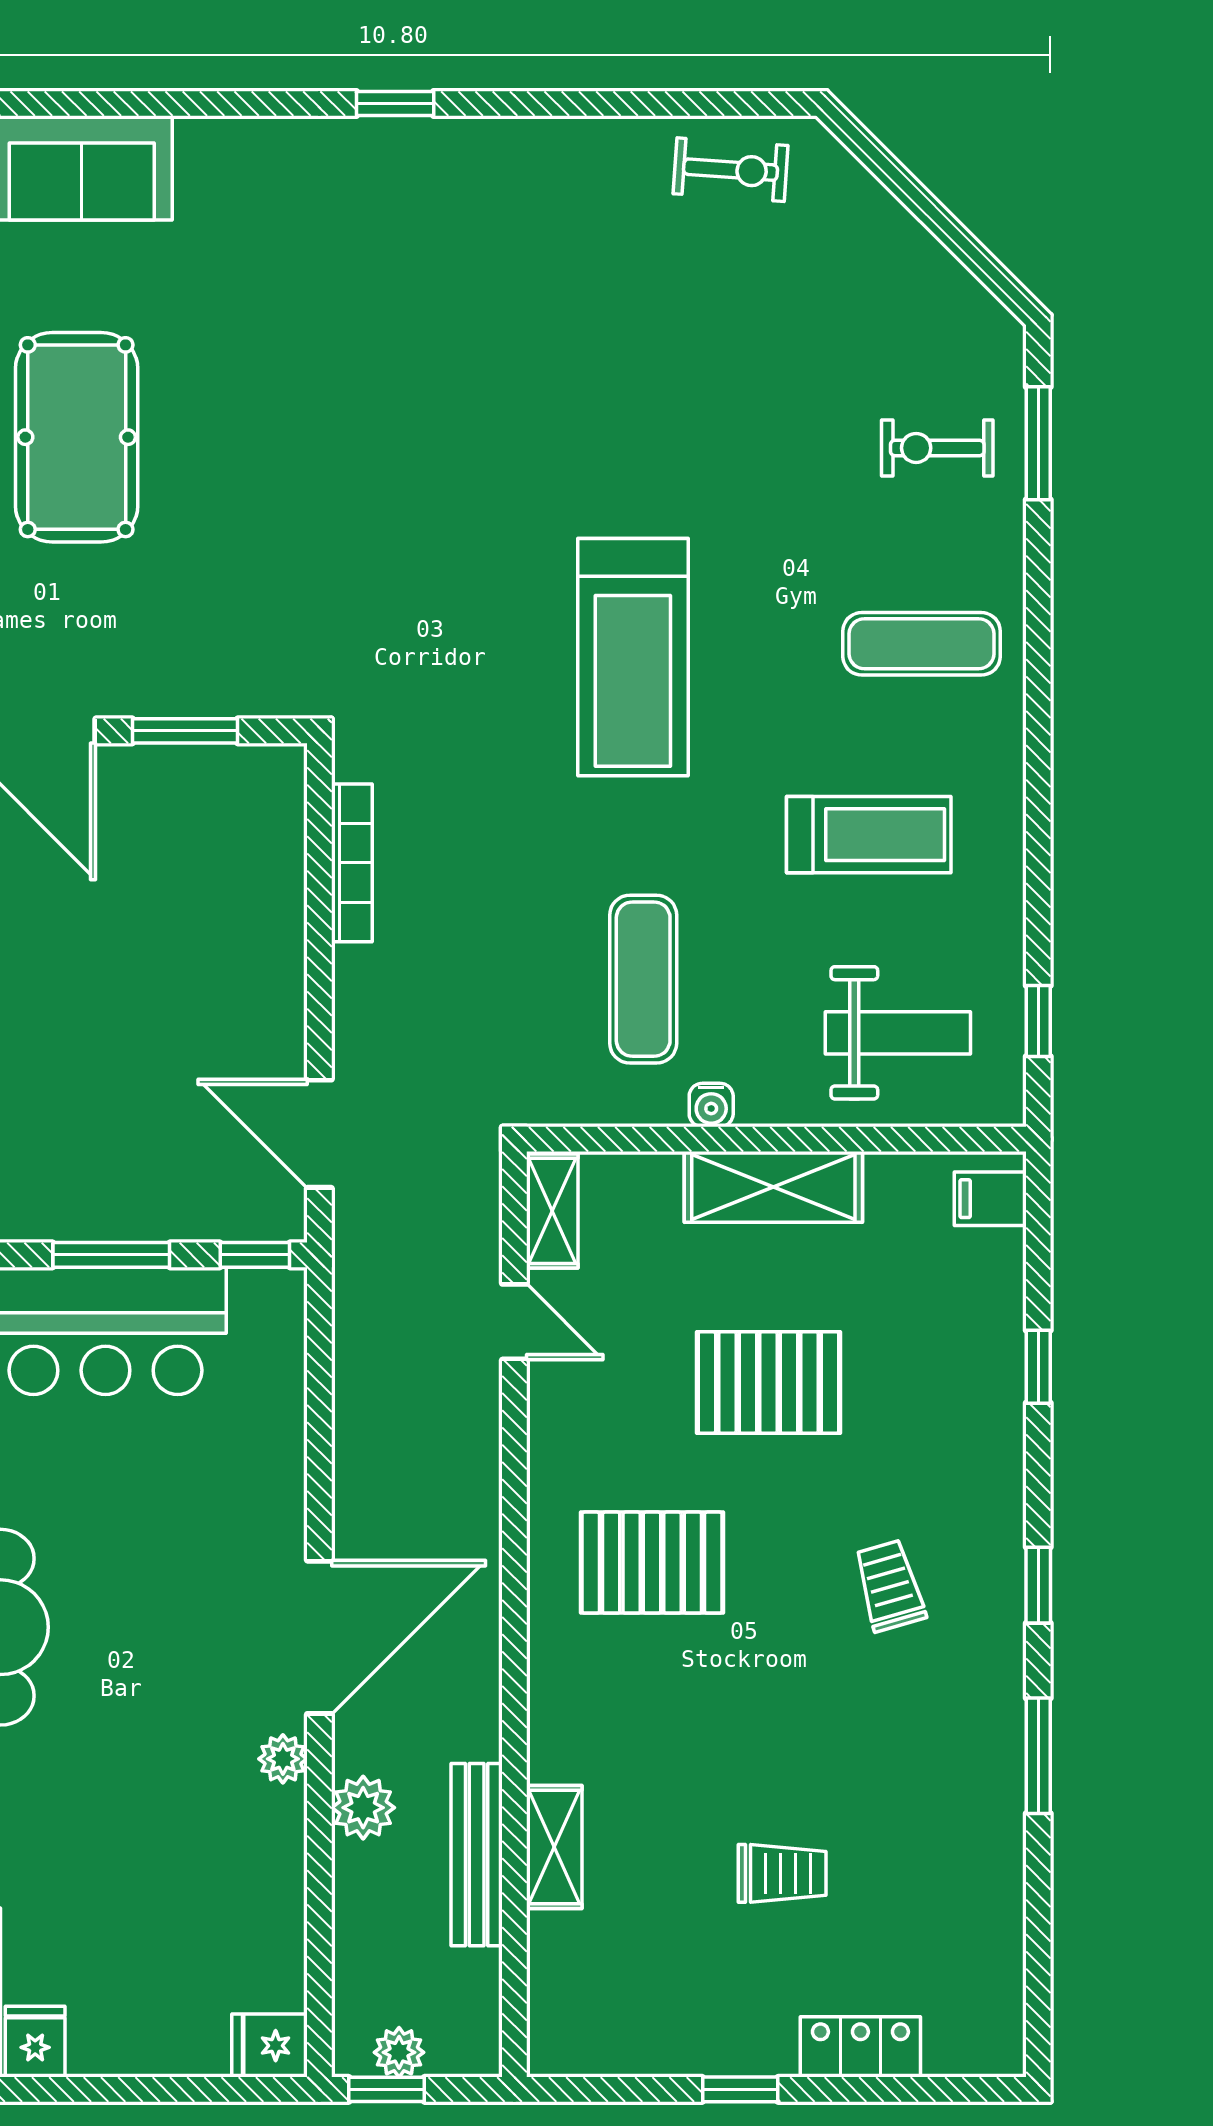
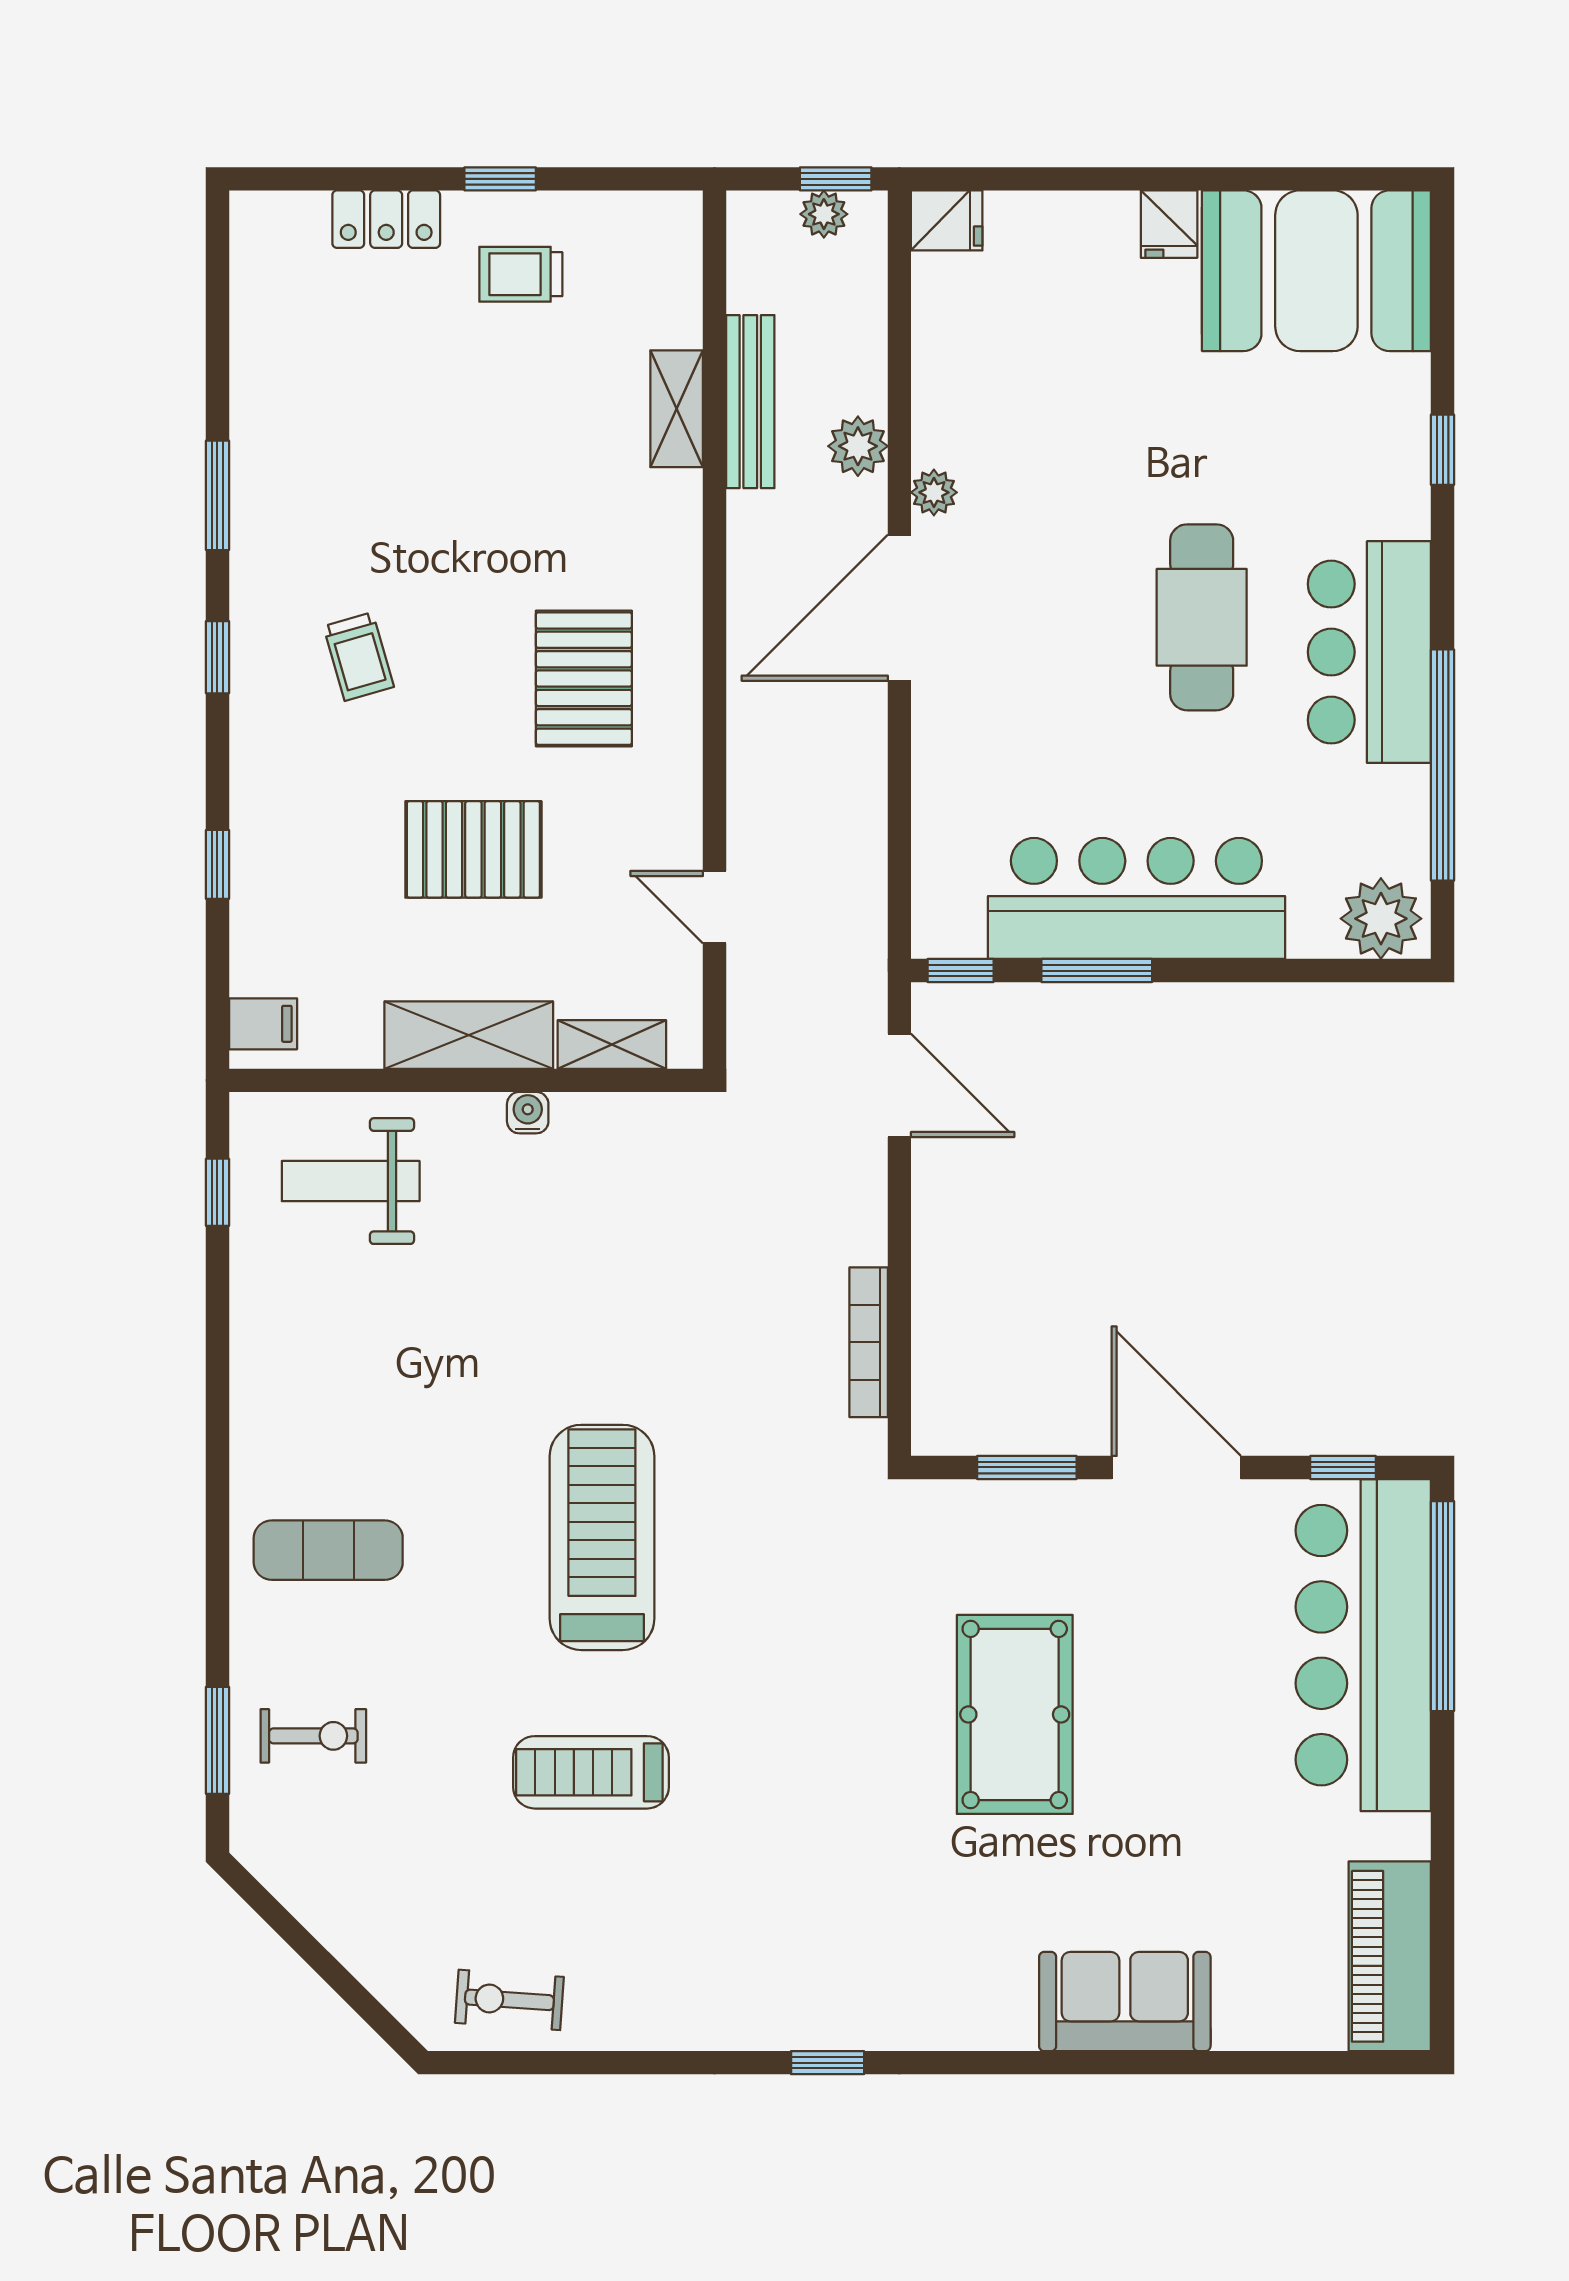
pool table: (77, 437) -> (1015, 1714), moved
treadmill: (869, 835) -> (591, 1772), moved
exercise mat: (643, 979) -> (592, 1232), removed
shelving: (552, 1211) -> (612, 1044), moved, turned 90
pallet: (652, 1563) -> (584, 679), turned 90
trolley: (782, 1873) -> (521, 274), moved

